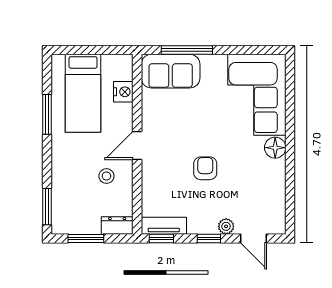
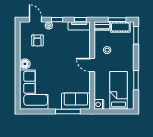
nightstand: (123, 92) -> (99, 104), moved
door: (137, 145) -> (92, 65), swing flipped
armchair: (205, 168) -> (37, 40), moved
cot: (79, 223) -> (120, 27), added

